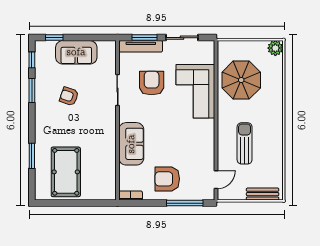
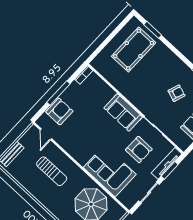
sofa: (131, 144) -> (123, 112), moved
window: (32, 156) -> (153, 30), moved
pool table: (66, 172) -> (134, 50), turned 90
armchair: (167, 179) -> (59, 112), moved
window: (185, 203) -> (58, 93), moved

